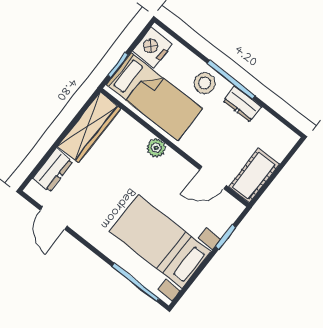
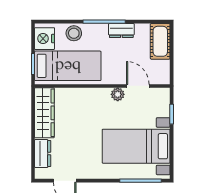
stool: (205, 83) -> (74, 33), moved
plant: (156, 148) -> (118, 94), moved
cot: (254, 175) -> (160, 41), moved
door: (213, 178) -> (138, 86), swing flipped

